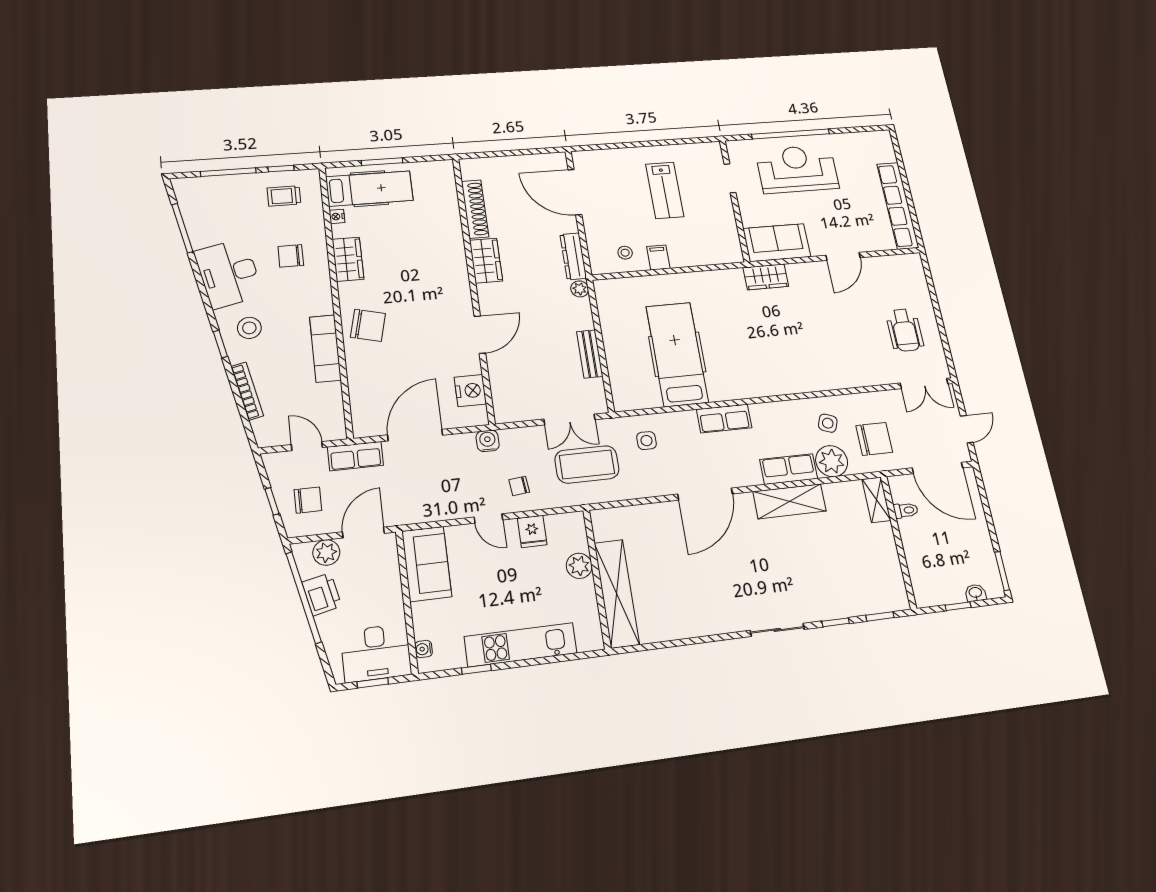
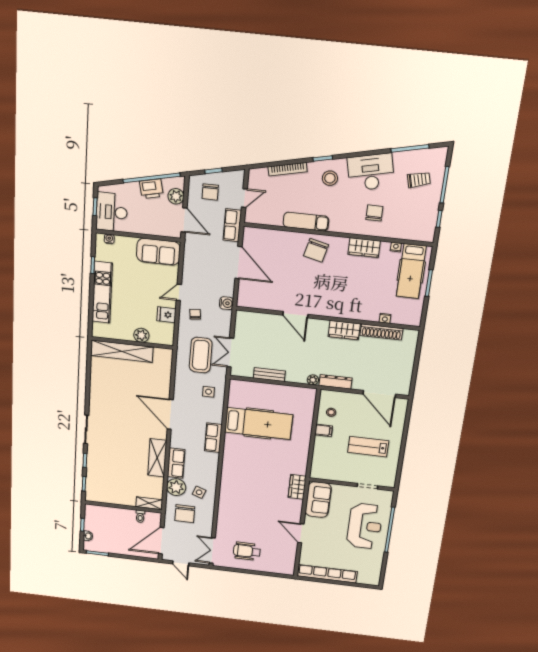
door: (575, 192) -> (379, 394), swing flipped
trolley: (284, 196) -> (419, 180), moved, turned 75
nightstand: (470, 391) -> (385, 318), moved, width x0.53, depth x0.56

